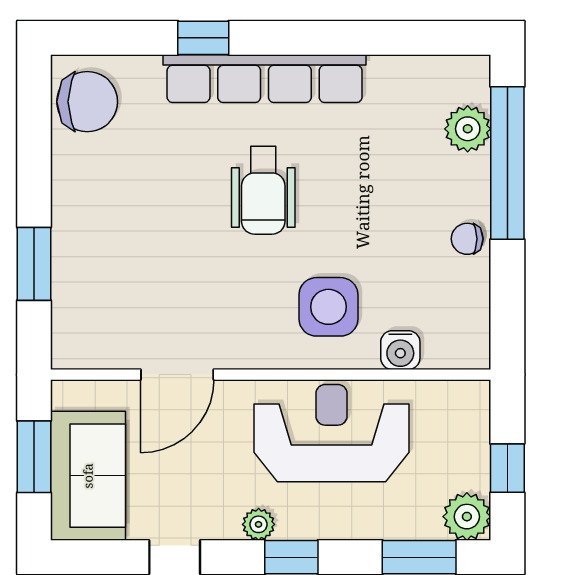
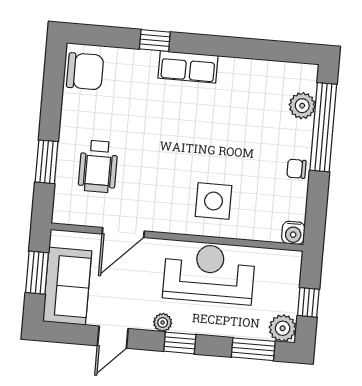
row of seats: (265, 79) -> (188, 67), width x0.50
wheelchair: (263, 190) -> (98, 166), moved
water cooler: (400, 350) -> (293, 233), moved

